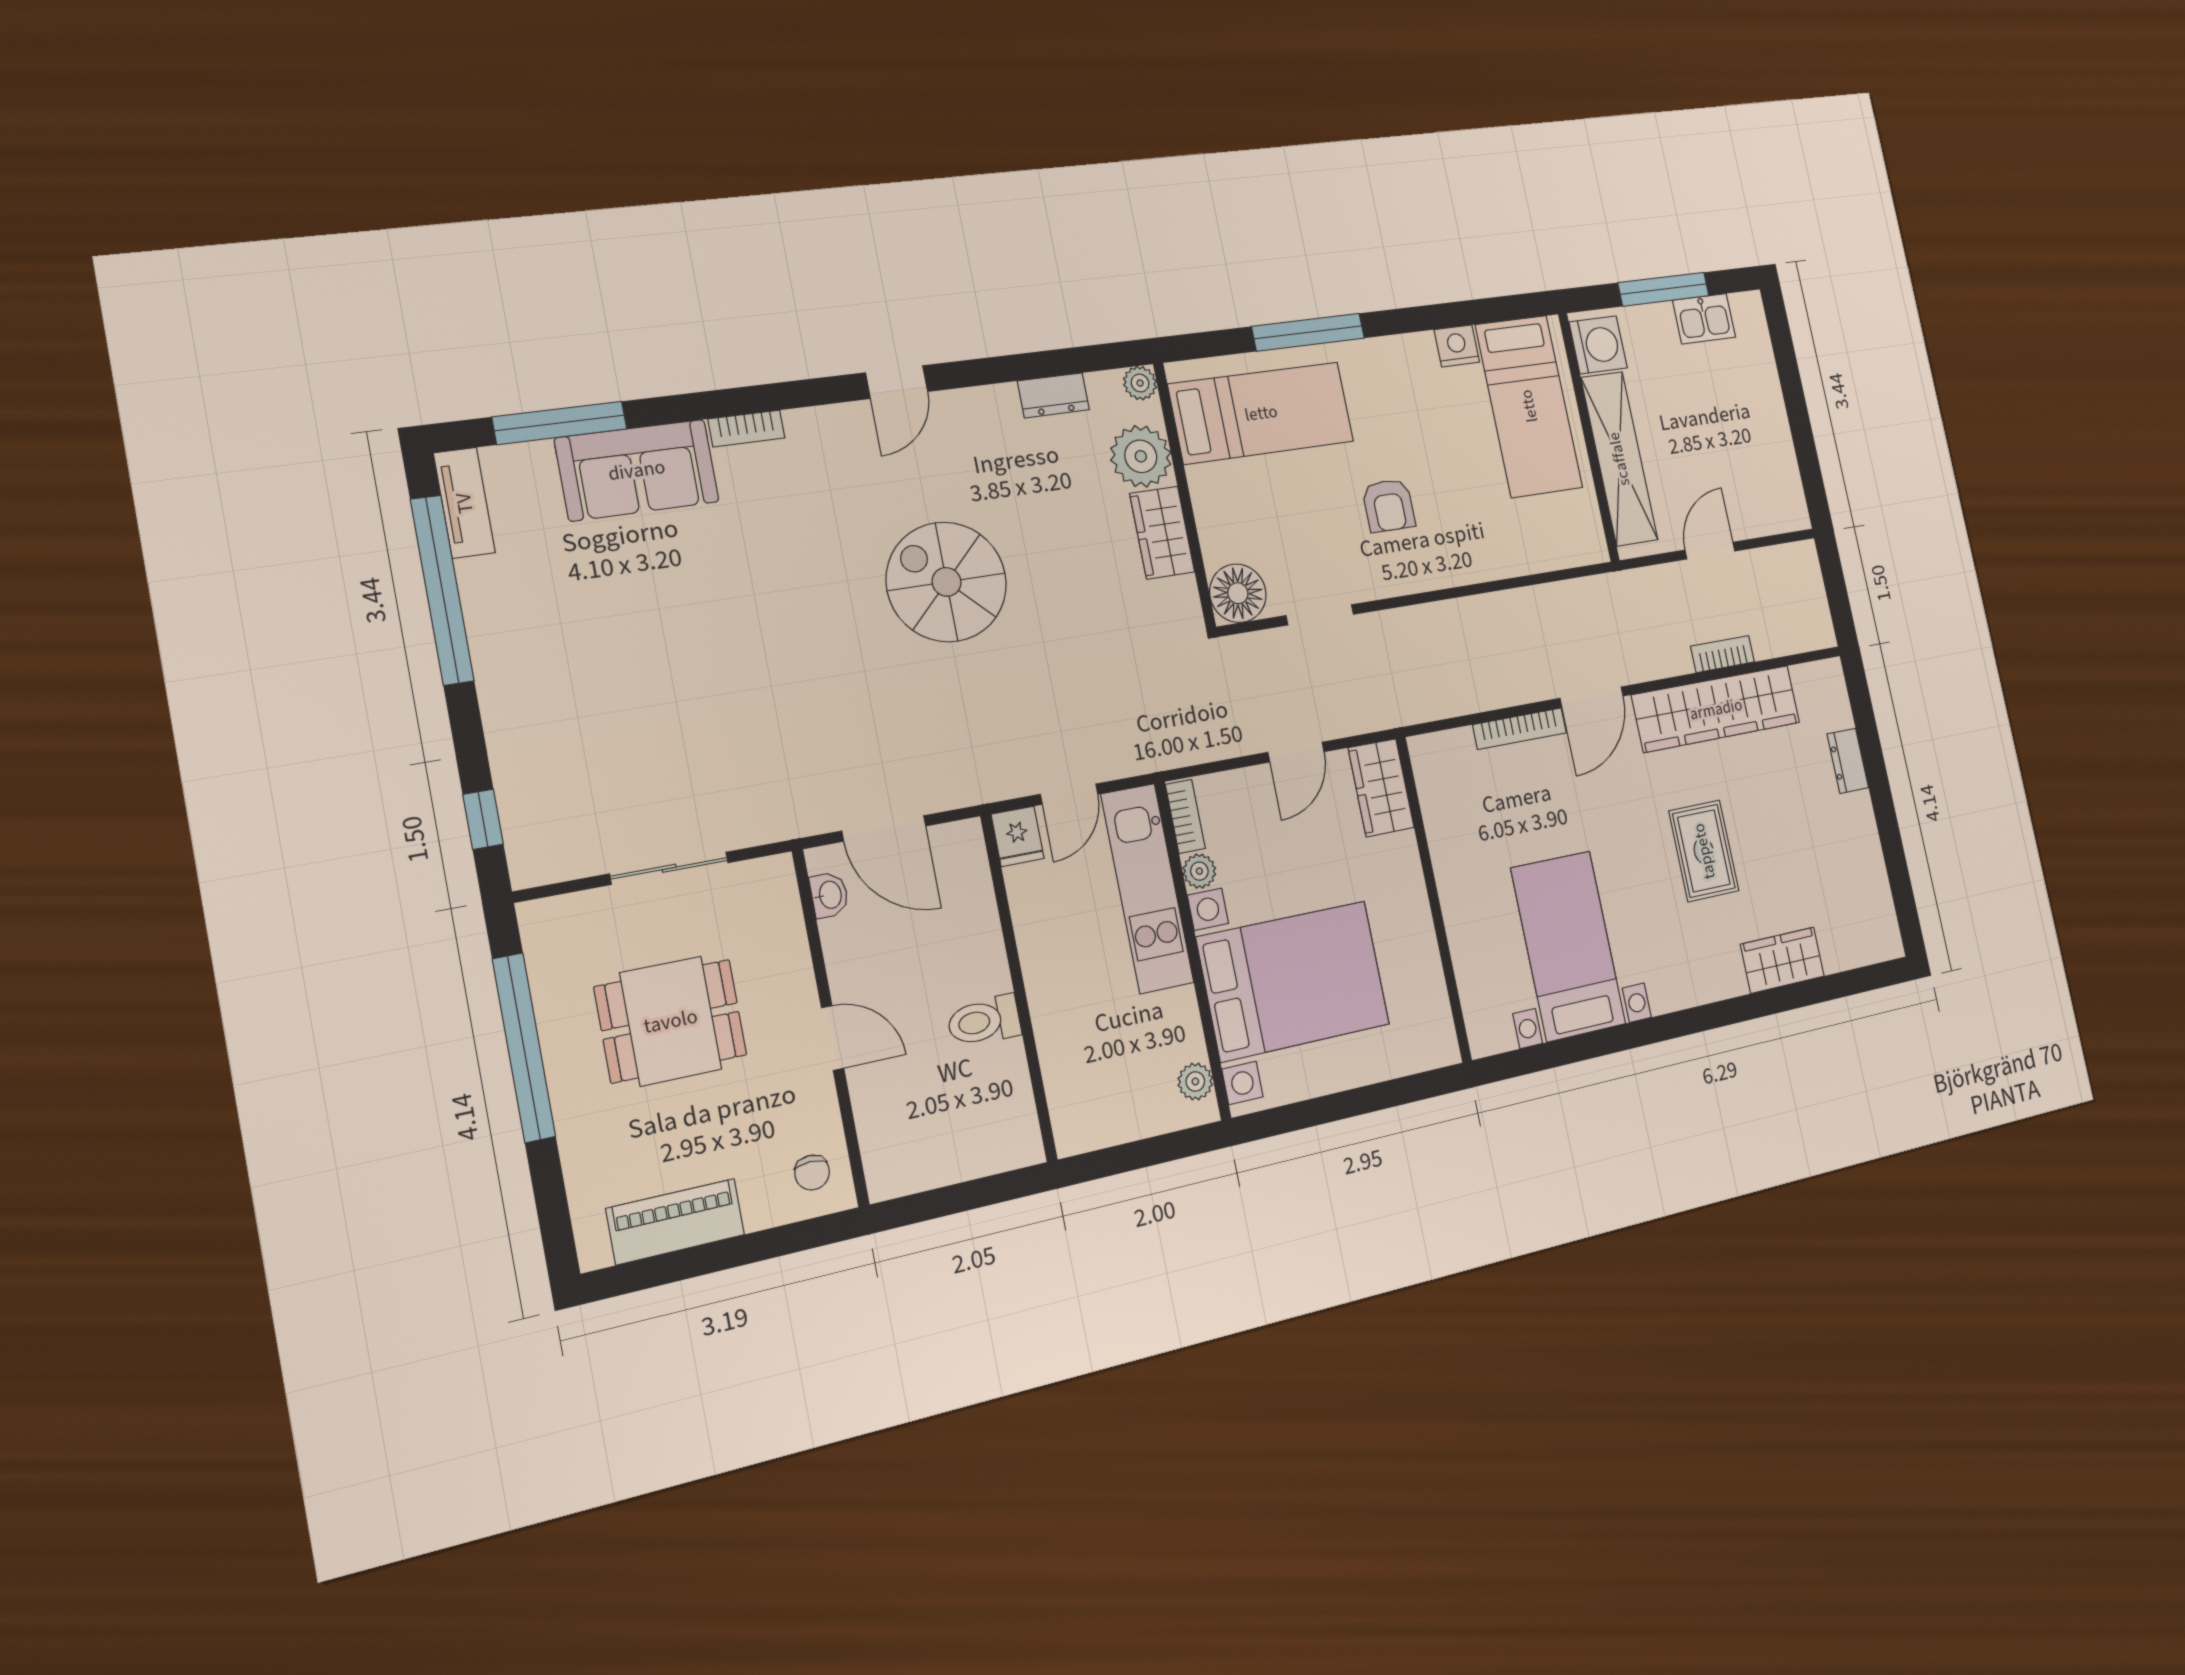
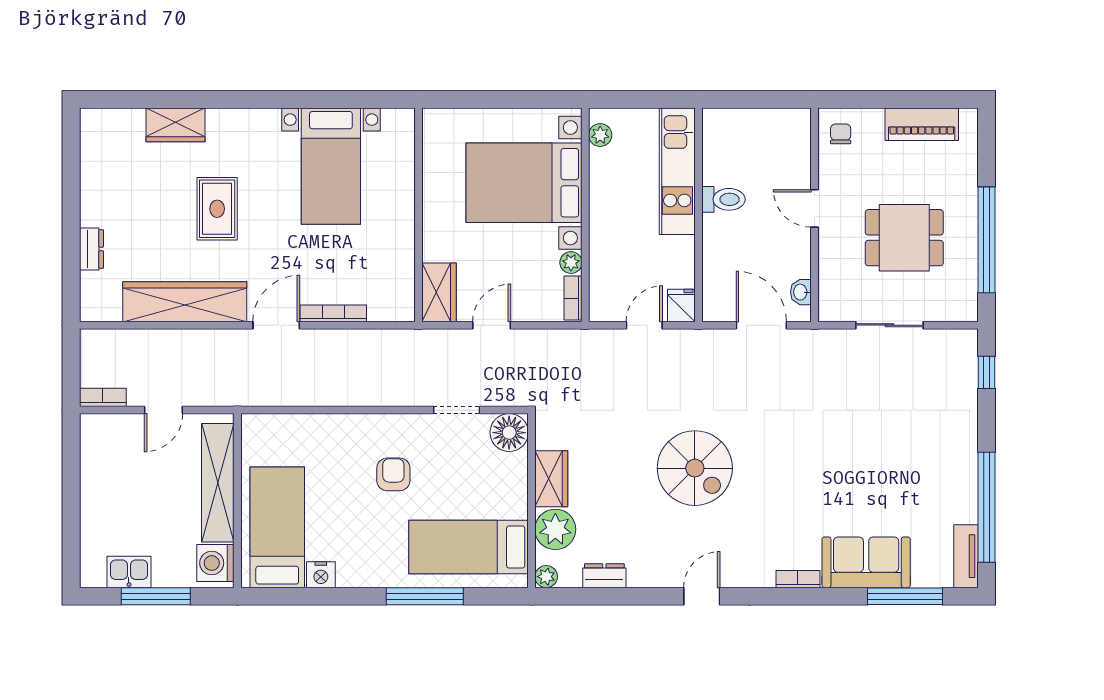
bookcase: (1722, 654) -> (103, 397), moved, turned 180
kitchen unit: (1147, 888) -> (677, 171), moved, turned 180

